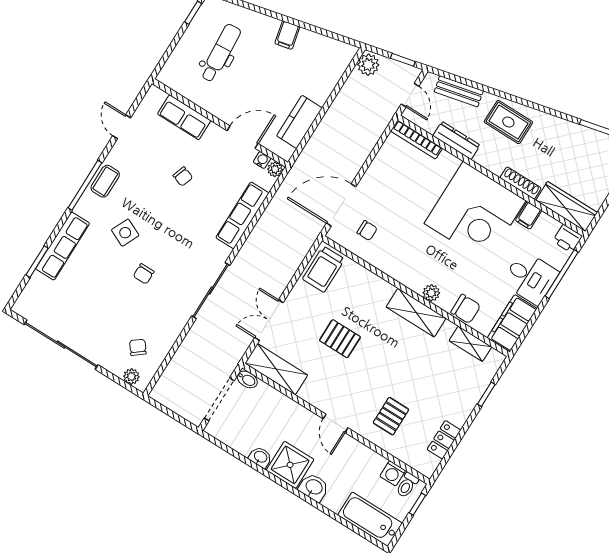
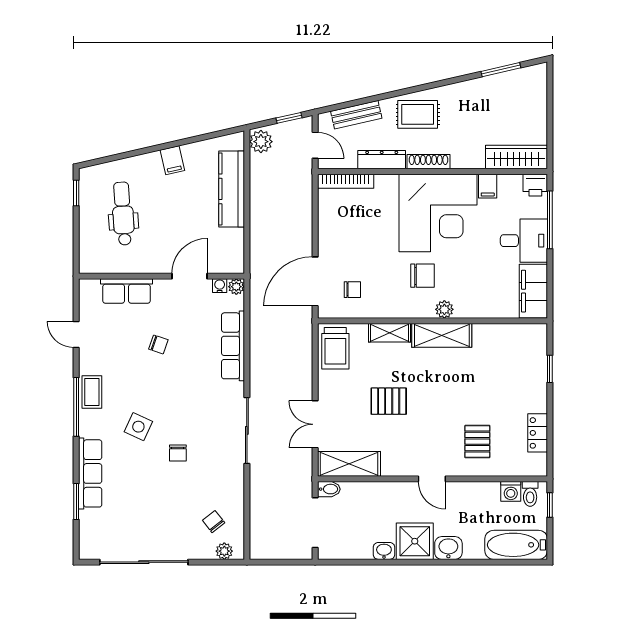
kitchen counter: (299, 122) -> (232, 189), moved, width x1.50
shoe rack: (521, 183) -> (429, 162), moved
chair: (466, 309) -> (422, 276), moved
shelving: (470, 344) -> (389, 333), moved

